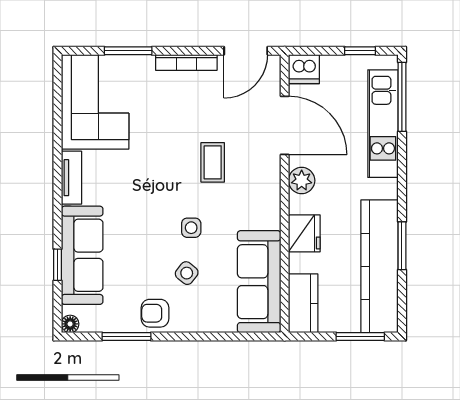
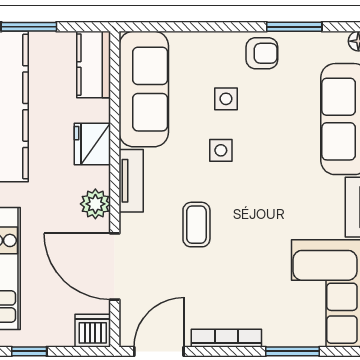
tv unit: (270, 201) -> (131, 181), added
side table: (187, 273) -> (226, 99), turned -38

